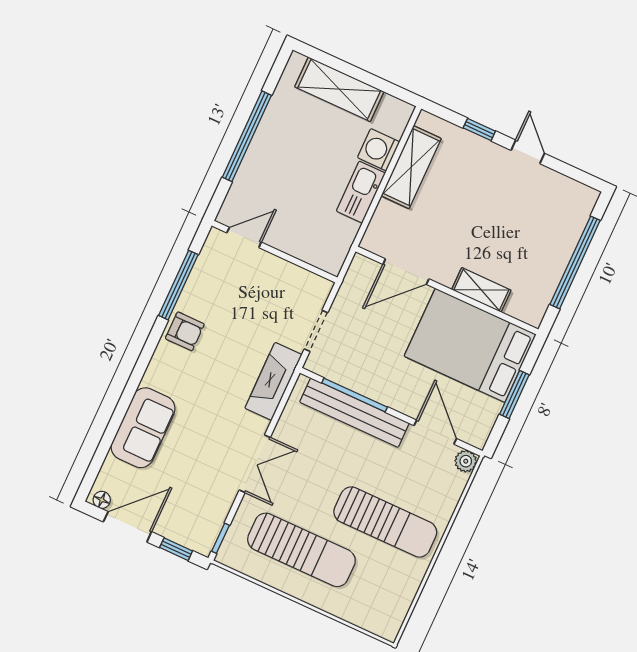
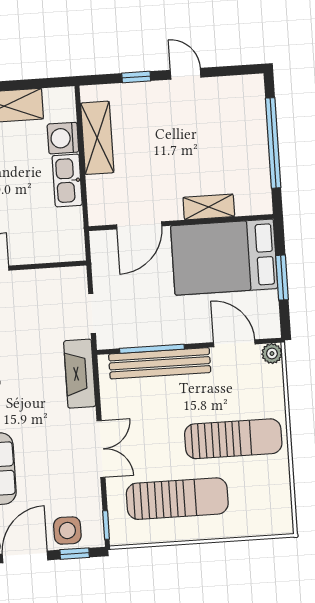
side table: (181, 524) -> (67, 531), added

